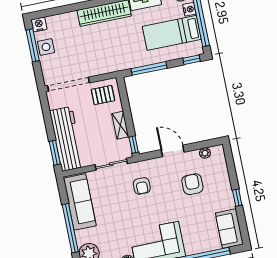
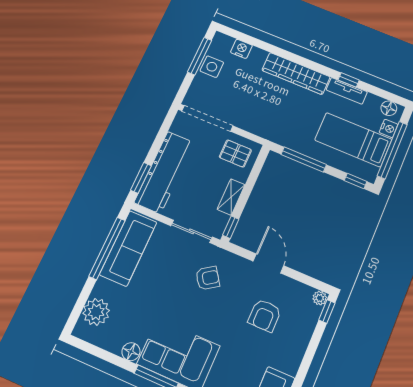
nightstand: (39, 24) -> (241, 49), moved
plant: (205, 153) -> (320, 298), moved
armchair: (192, 184) -> (265, 315), turned 180
armchair: (142, 186) -> (208, 278), turned -125
window: (237, 198) -> (327, 311), moved
window: (70, 228) -> (107, 248), moved

